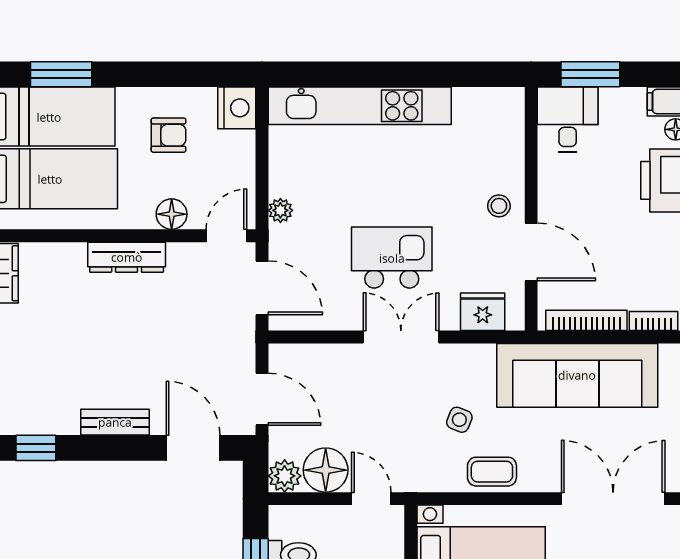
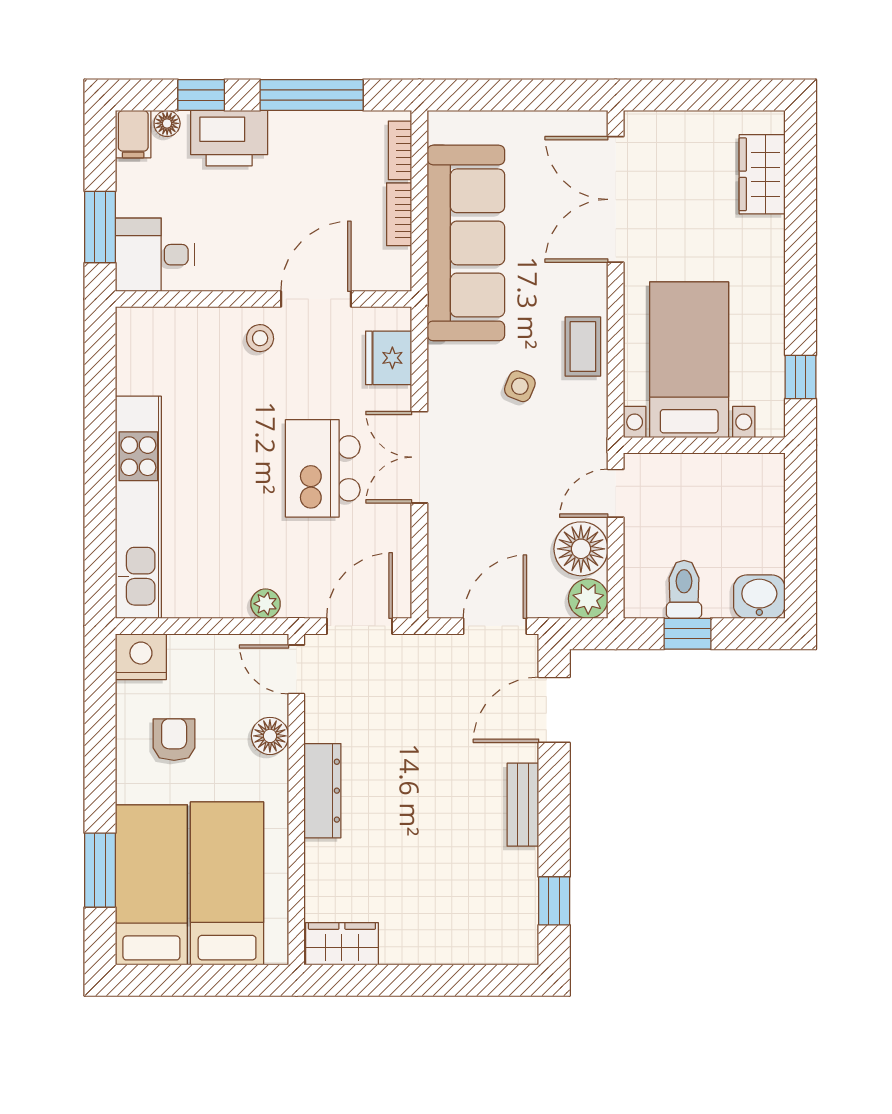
bookcase: (586, 320) -> (399, 214), width x0.64

